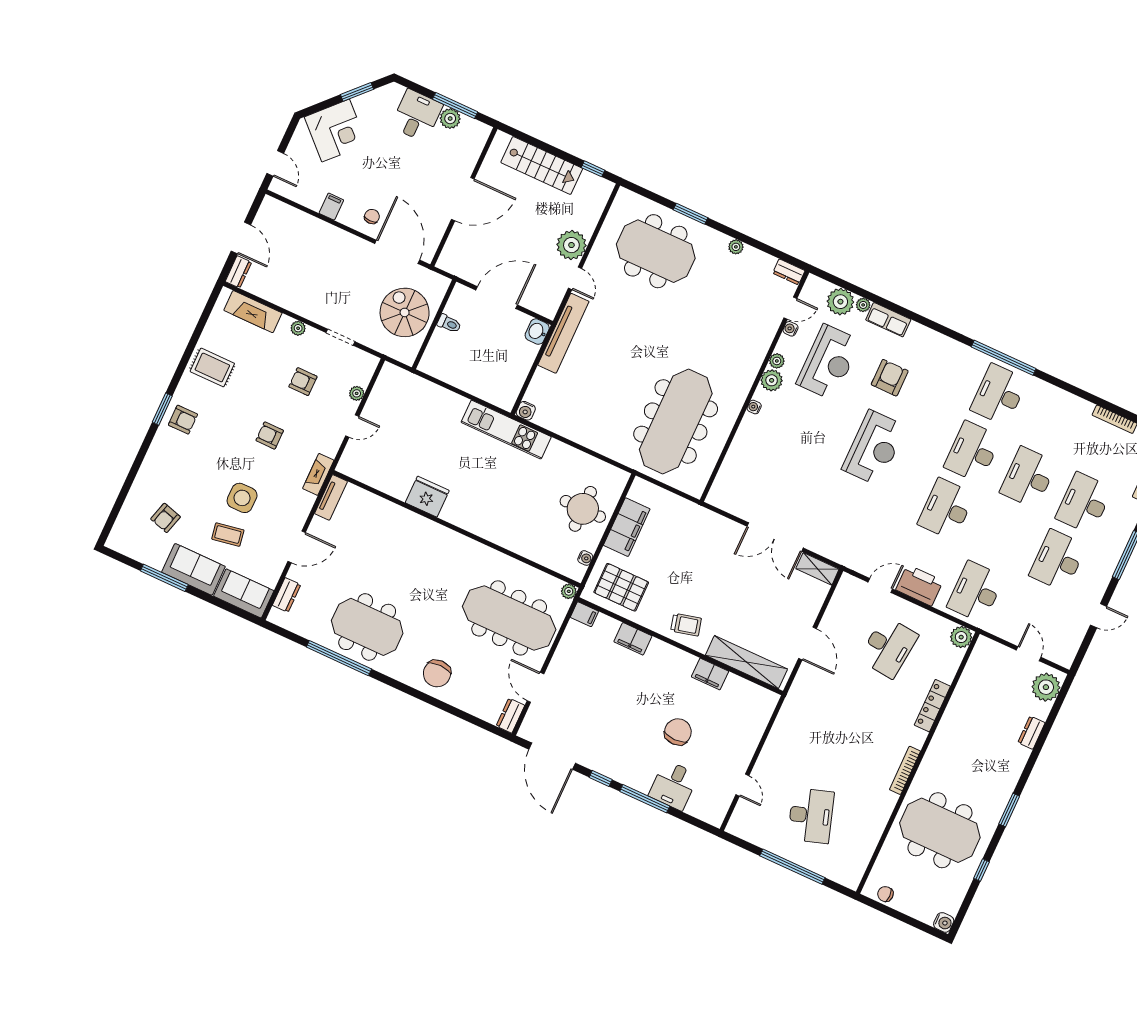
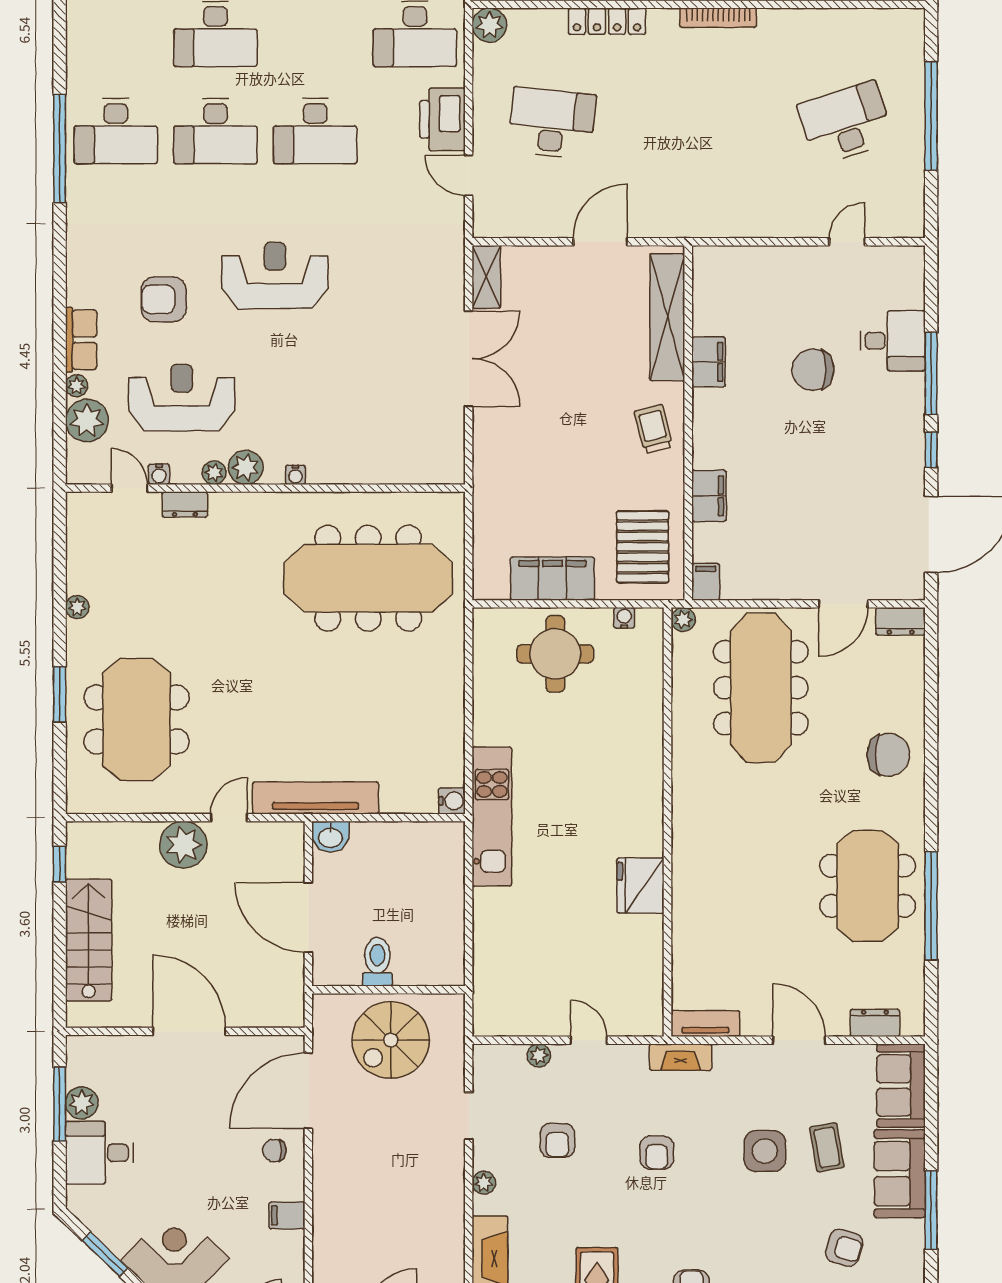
dresser: (789, 272) -> (185, 504), moved, turned 90
toilet: (449, 324) -> (377, 962), width x1.37, depth x1.39

